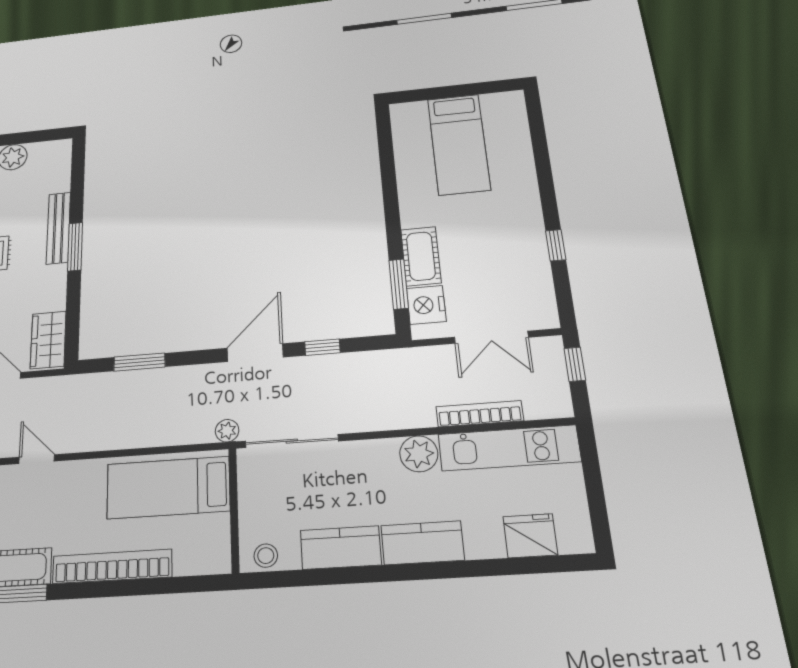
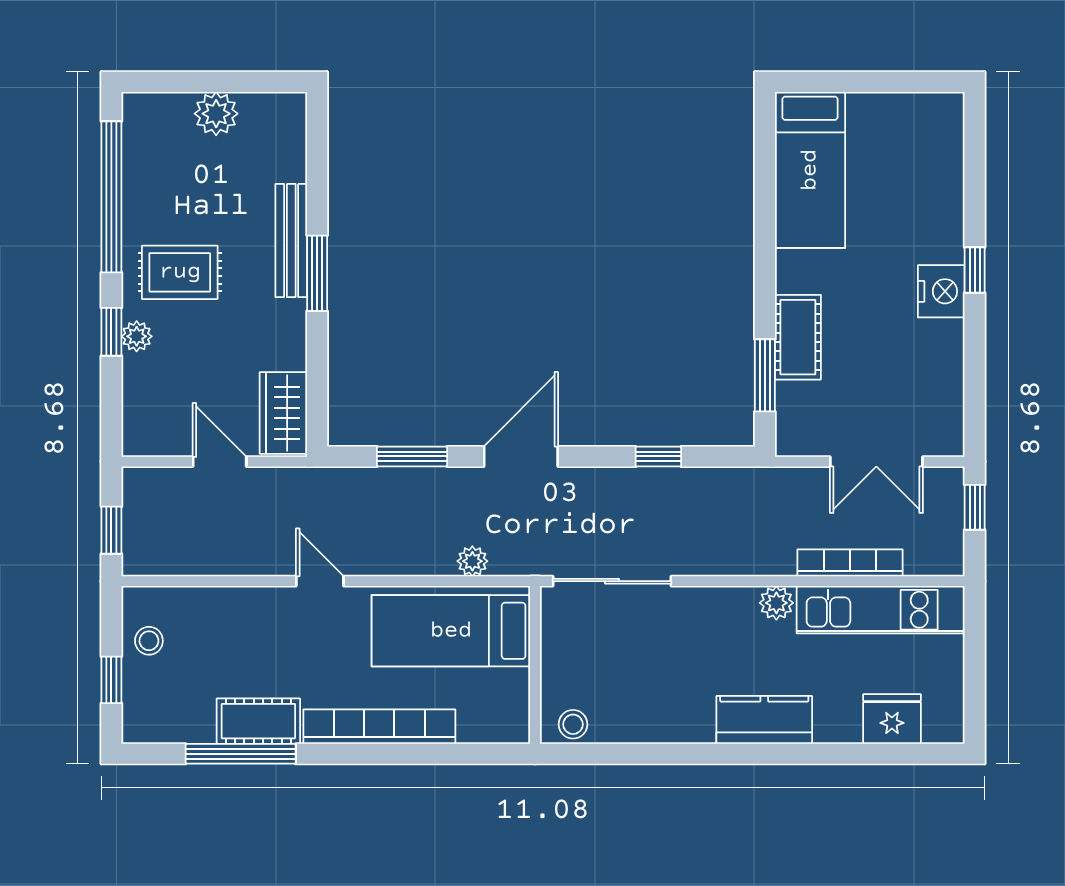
bed: (459, 144) -> (810, 170), moved
window: (556, 245) -> (975, 270), moved
nightstand: (426, 305) -> (941, 291), moved, turned 180
door: (255, 353) -> (521, 456), moved
plant: (227, 431) -> (472, 561), moved
plant: (419, 454) -> (776, 603), width x0.73, depth x0.73
door: (37, 459) -> (320, 581), moved
kitchen counter: (341, 548) -> (665, 720), removed

